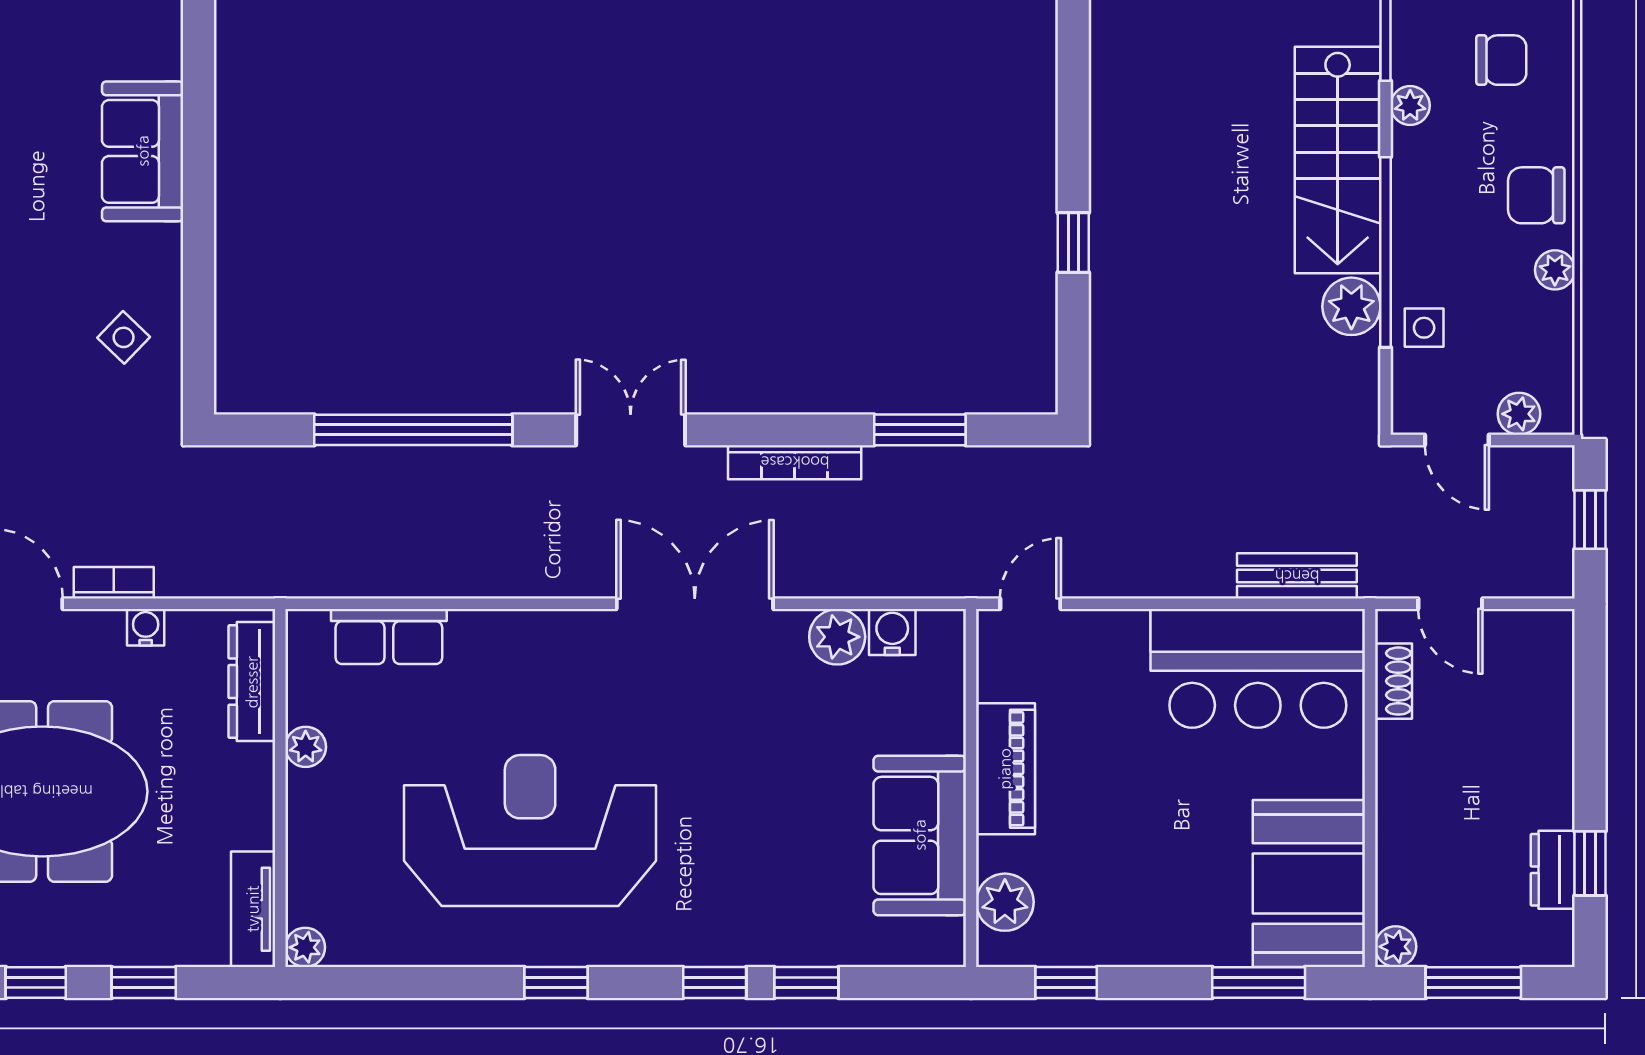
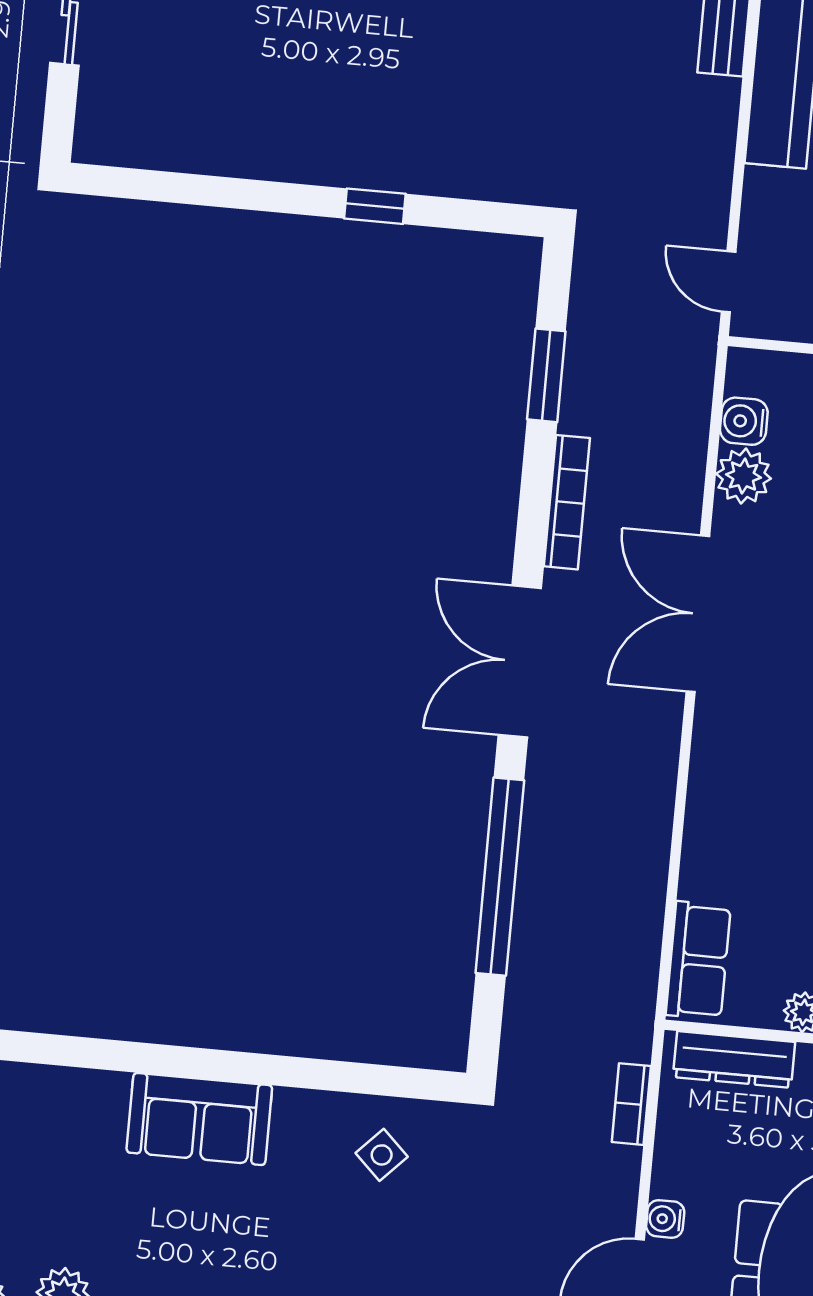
double door: (631, 430) -> (520, 662), width x1.37
bookcase: (114, 583) -> (631, 1104), moved
water cooler: (146, 627) -> (665, 1219), moved
row of seats: (389, 637) -> (698, 960), moved

